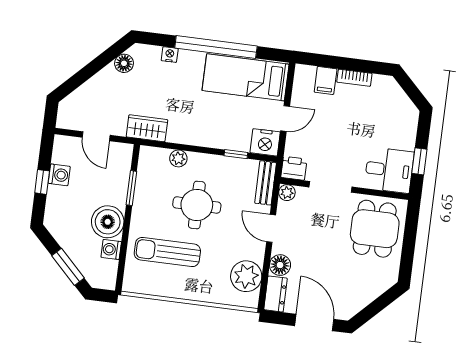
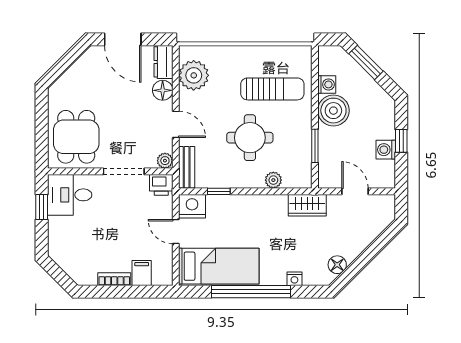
door: (285, 119) -> (176, 231), hinge flipped

